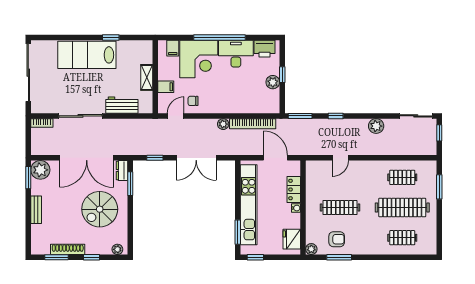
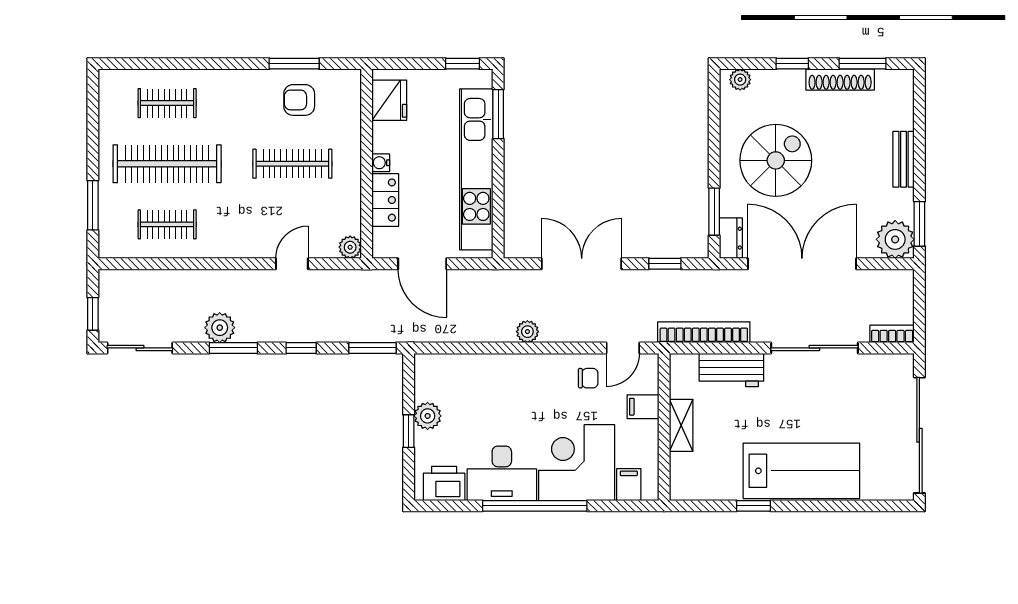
window: (369, 116) -> (233, 348), added
bookcase: (253, 124) -> (704, 332), moved
plant: (311, 249) -> (350, 247), moved

